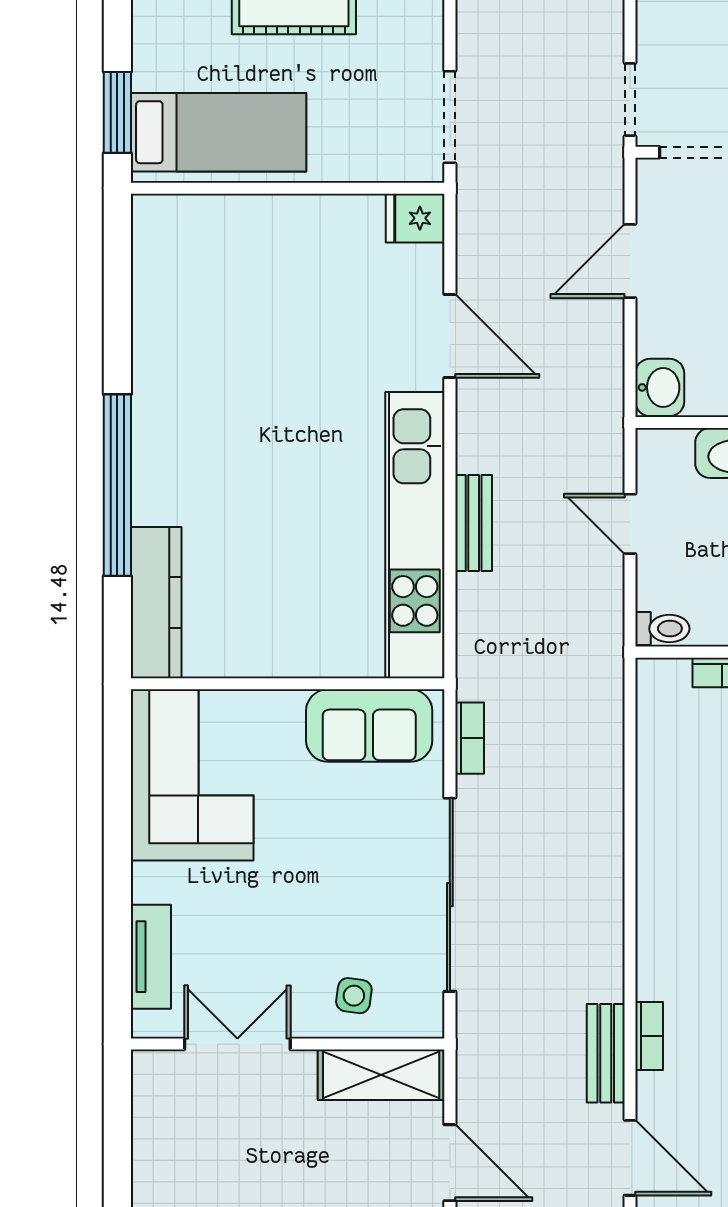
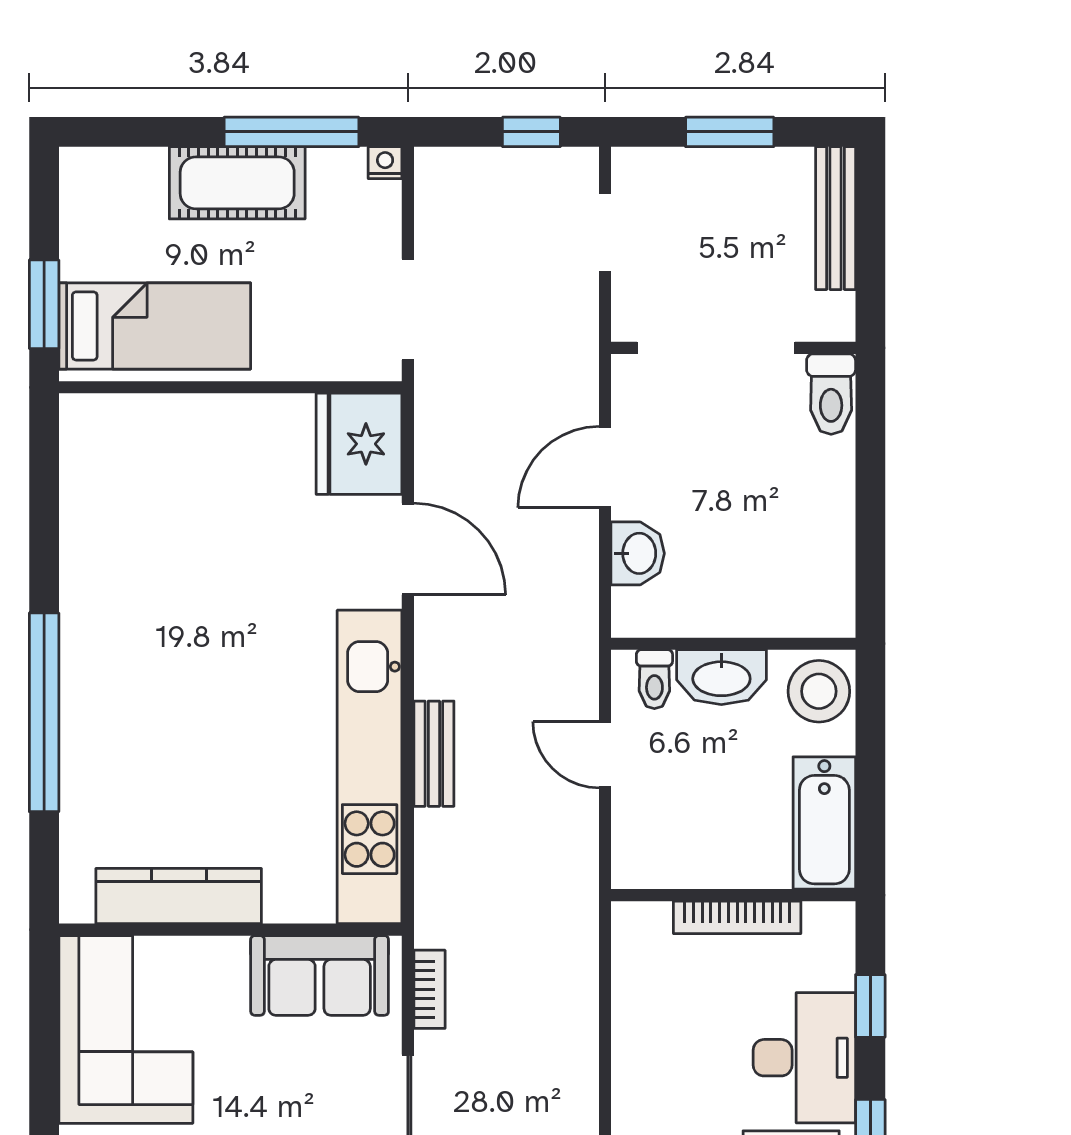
doorway: (630, 99) -> (605, 232), moved
fridge: (415, 218) -> (359, 444), width x1.88, depth x1.34
washbasin: (660, 387) -> (638, 553), moved
kitchen counter: (156, 603) -> (179, 896), moved, turned -90
toilet: (662, 629) -> (654, 679), moved, turned 90

